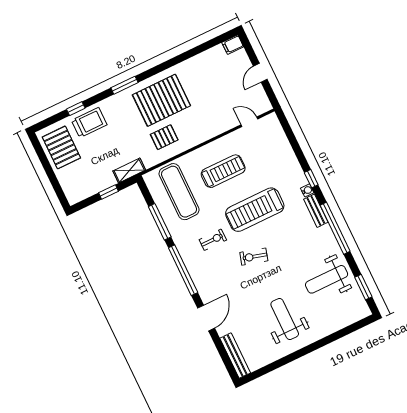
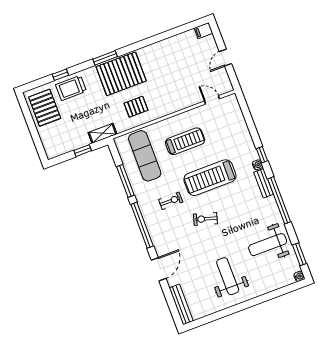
pallet: (161, 100) -> (121, 74), moved
trolley: (89, 123) -> (71, 88), turned 180
water cooler: (365, 312) -> (299, 276), added

